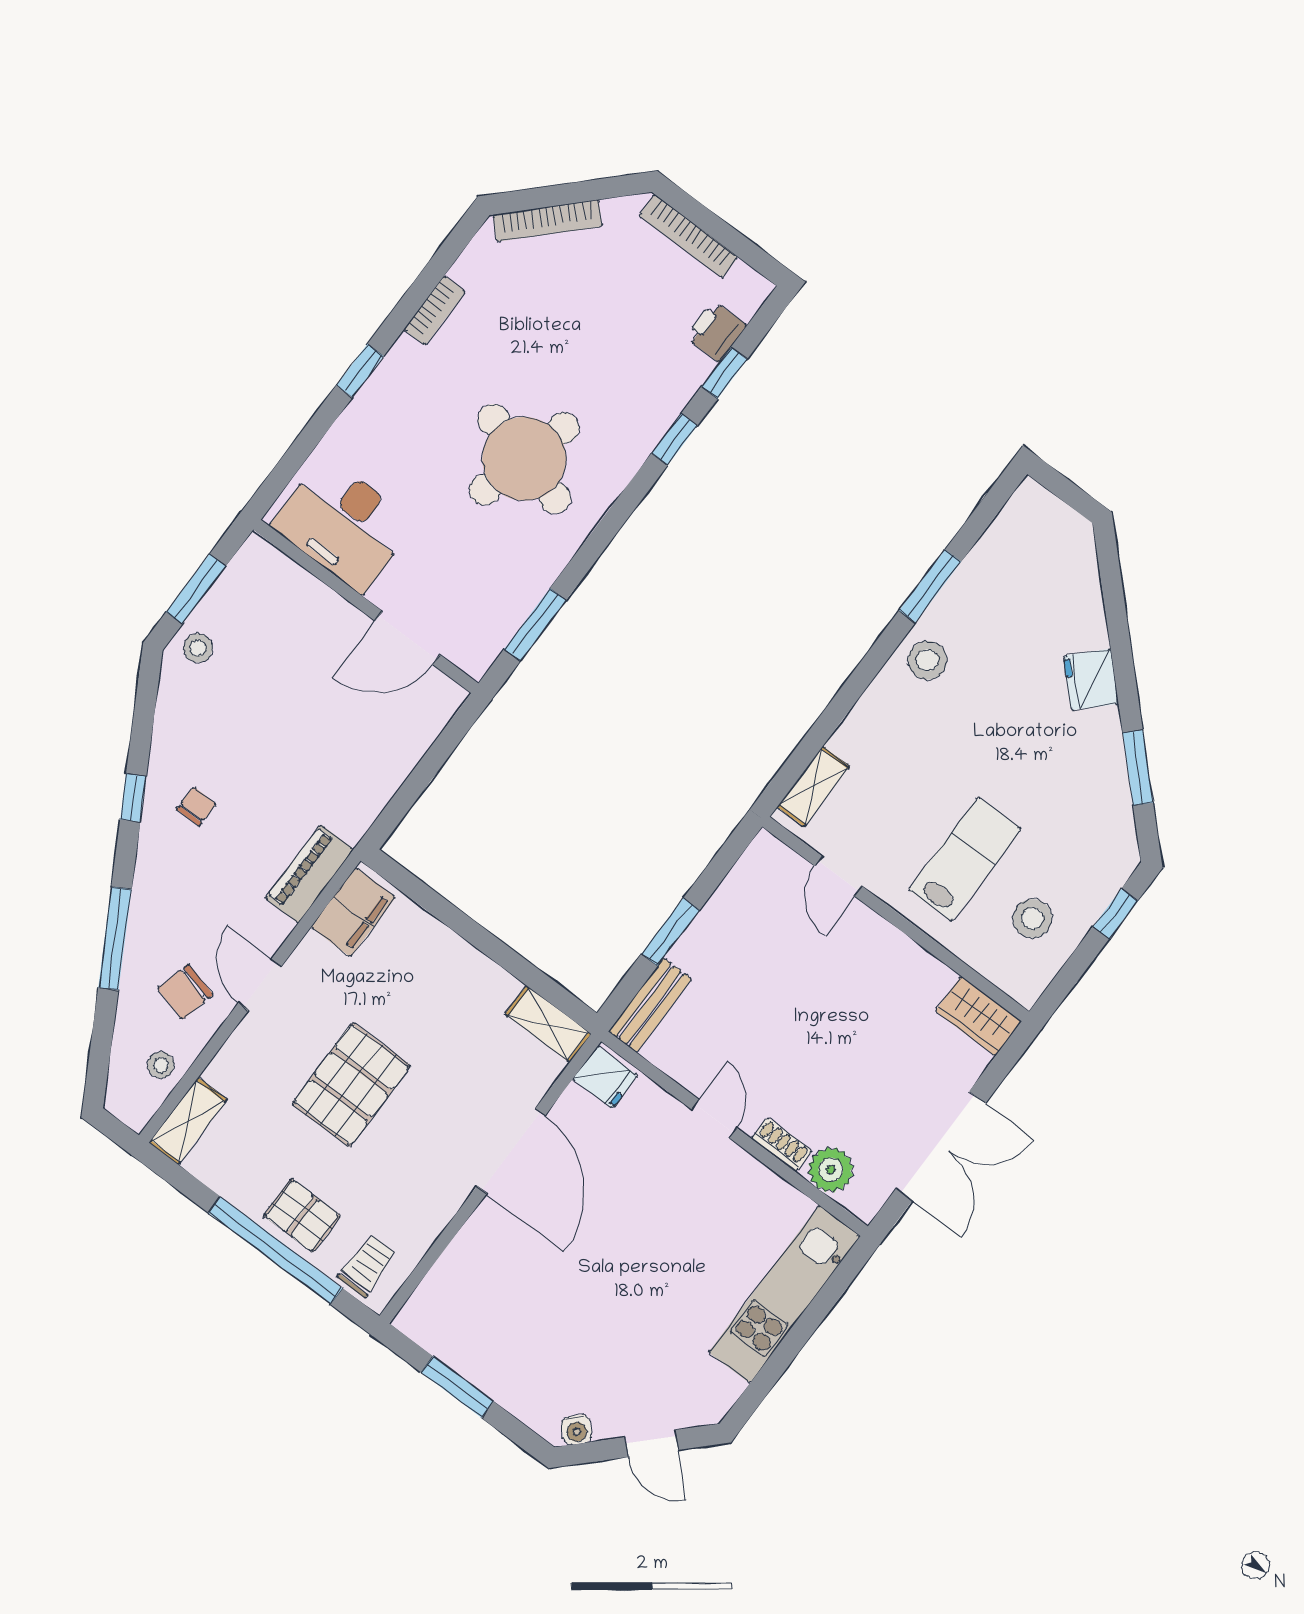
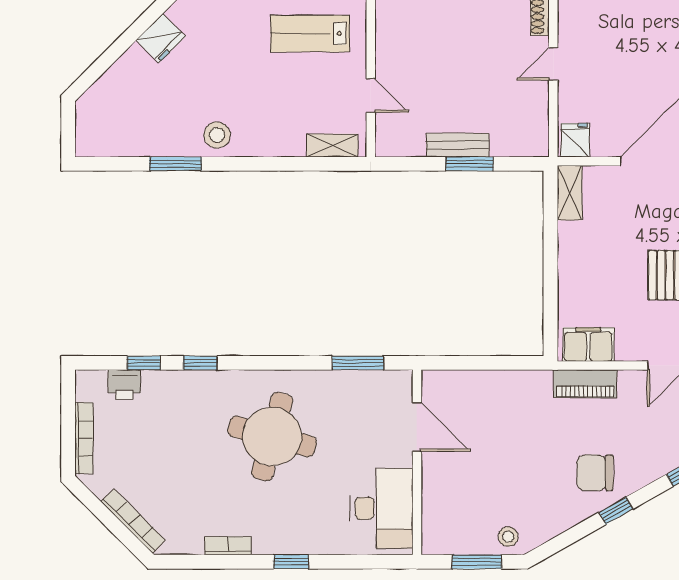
chair: (196, 806) -> (595, 473), width x1.87, depth x1.87
door: (838, 876) -> (371, 95), hinge flipped
bench: (650, 1005) -> (458, 145), moved

